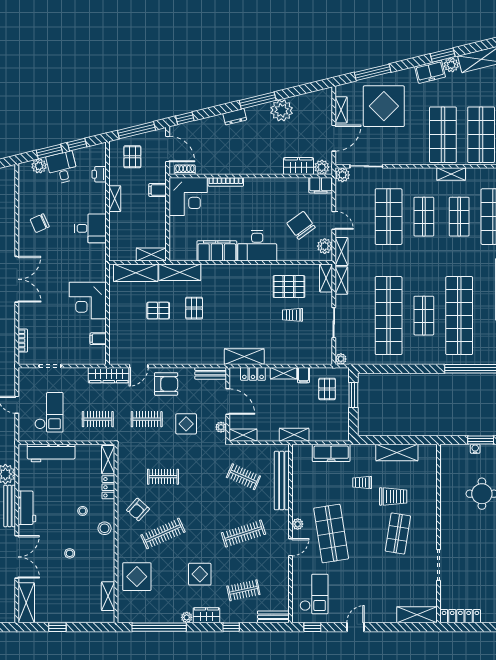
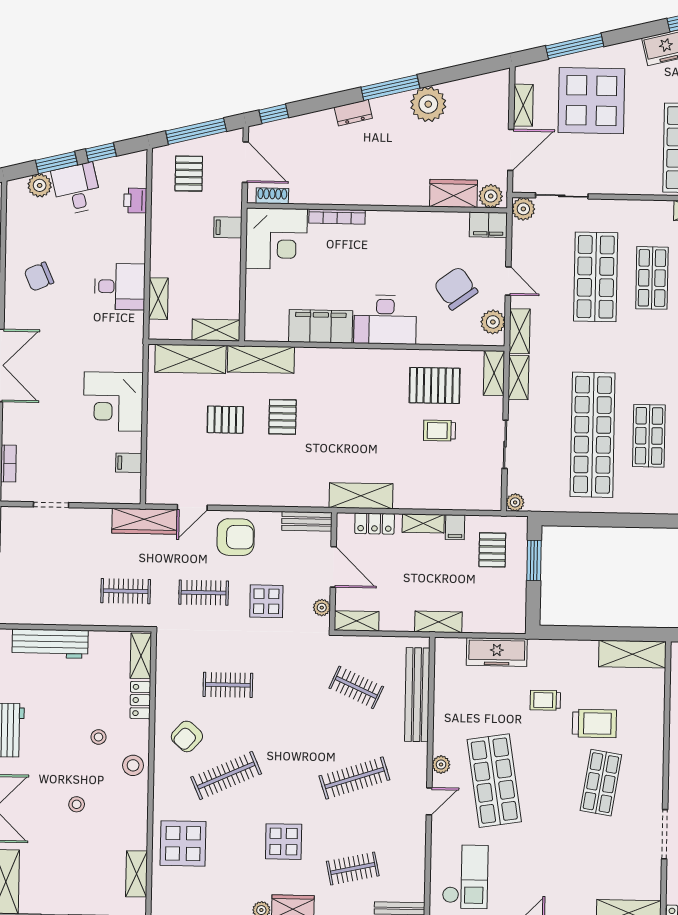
shelving: (115, 199) -> (158, 299), moved
checkout: (49, 412) -> (48, 579), removed
shelving: (397, 453) -> (632, 654), moved

